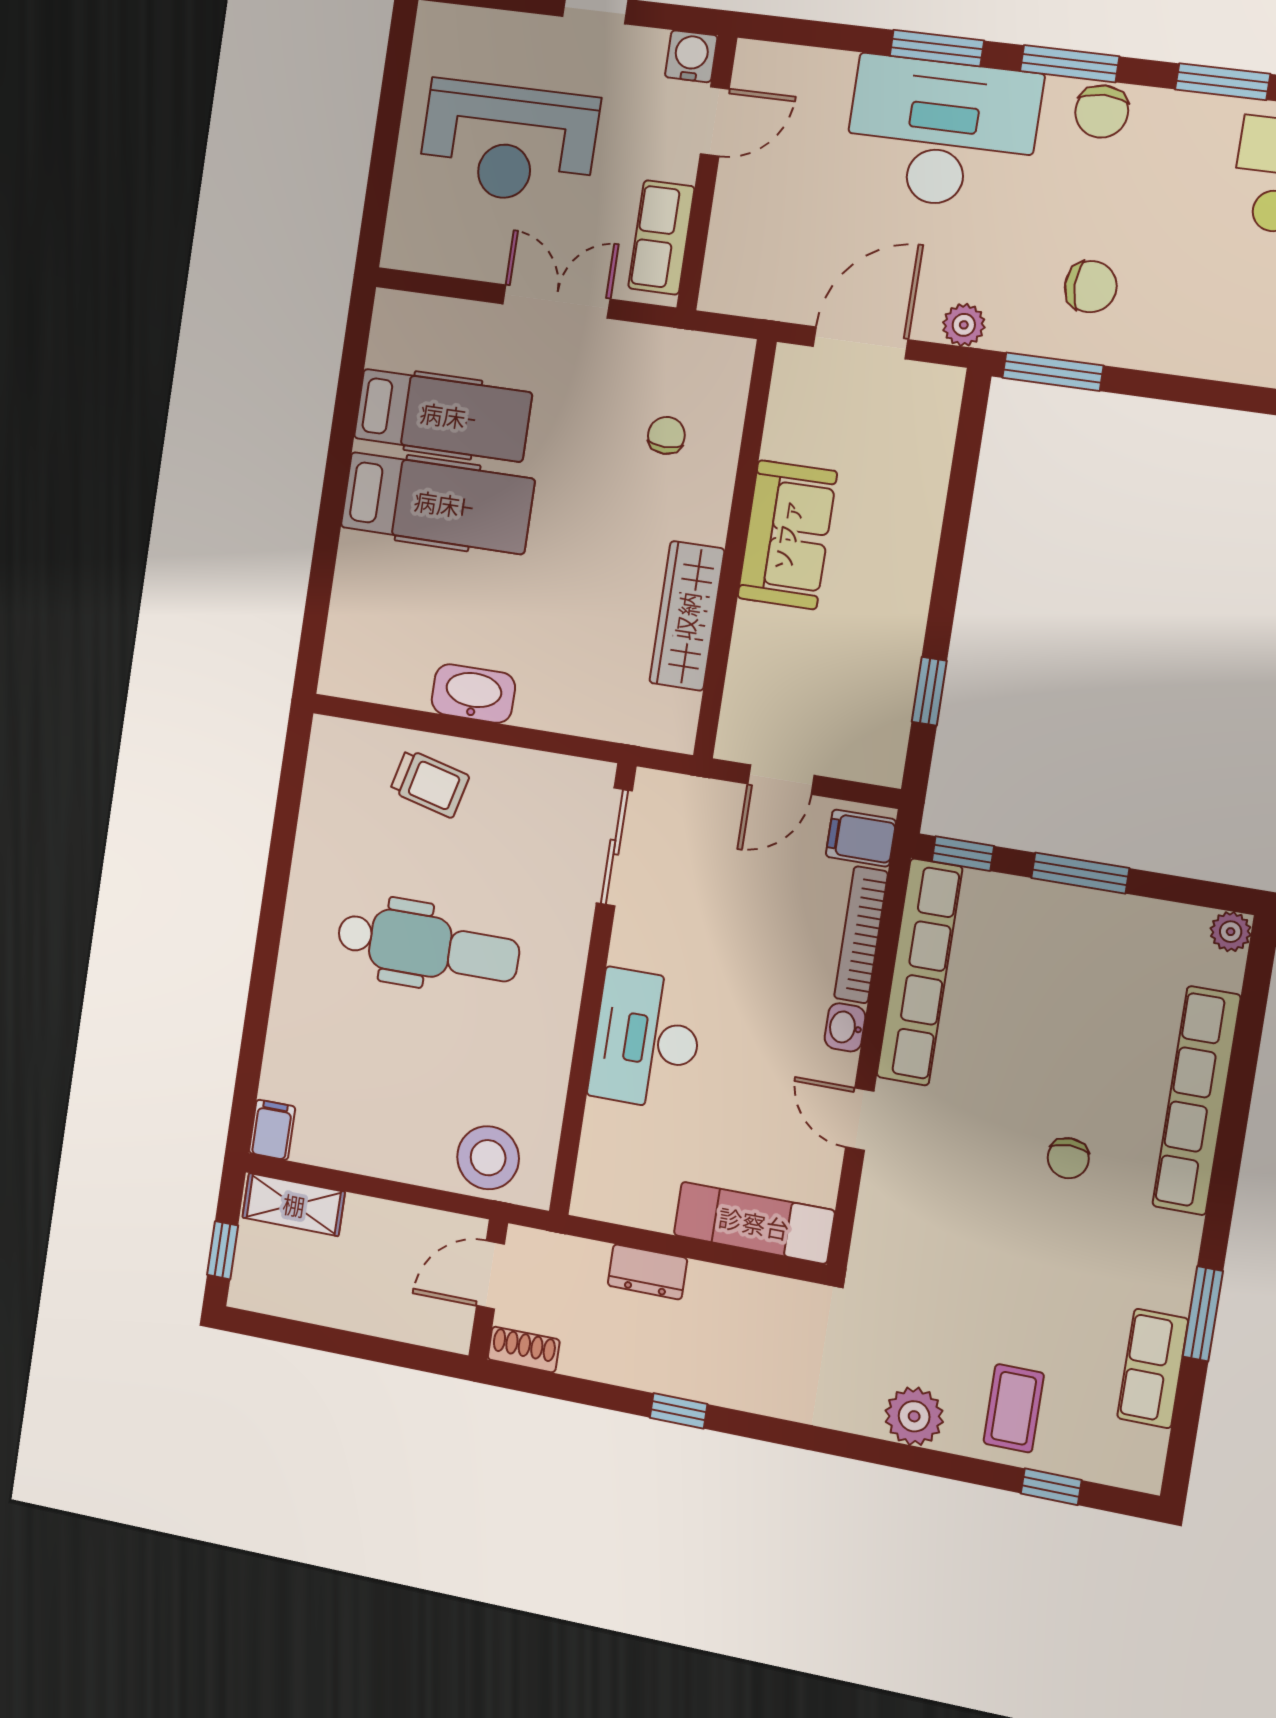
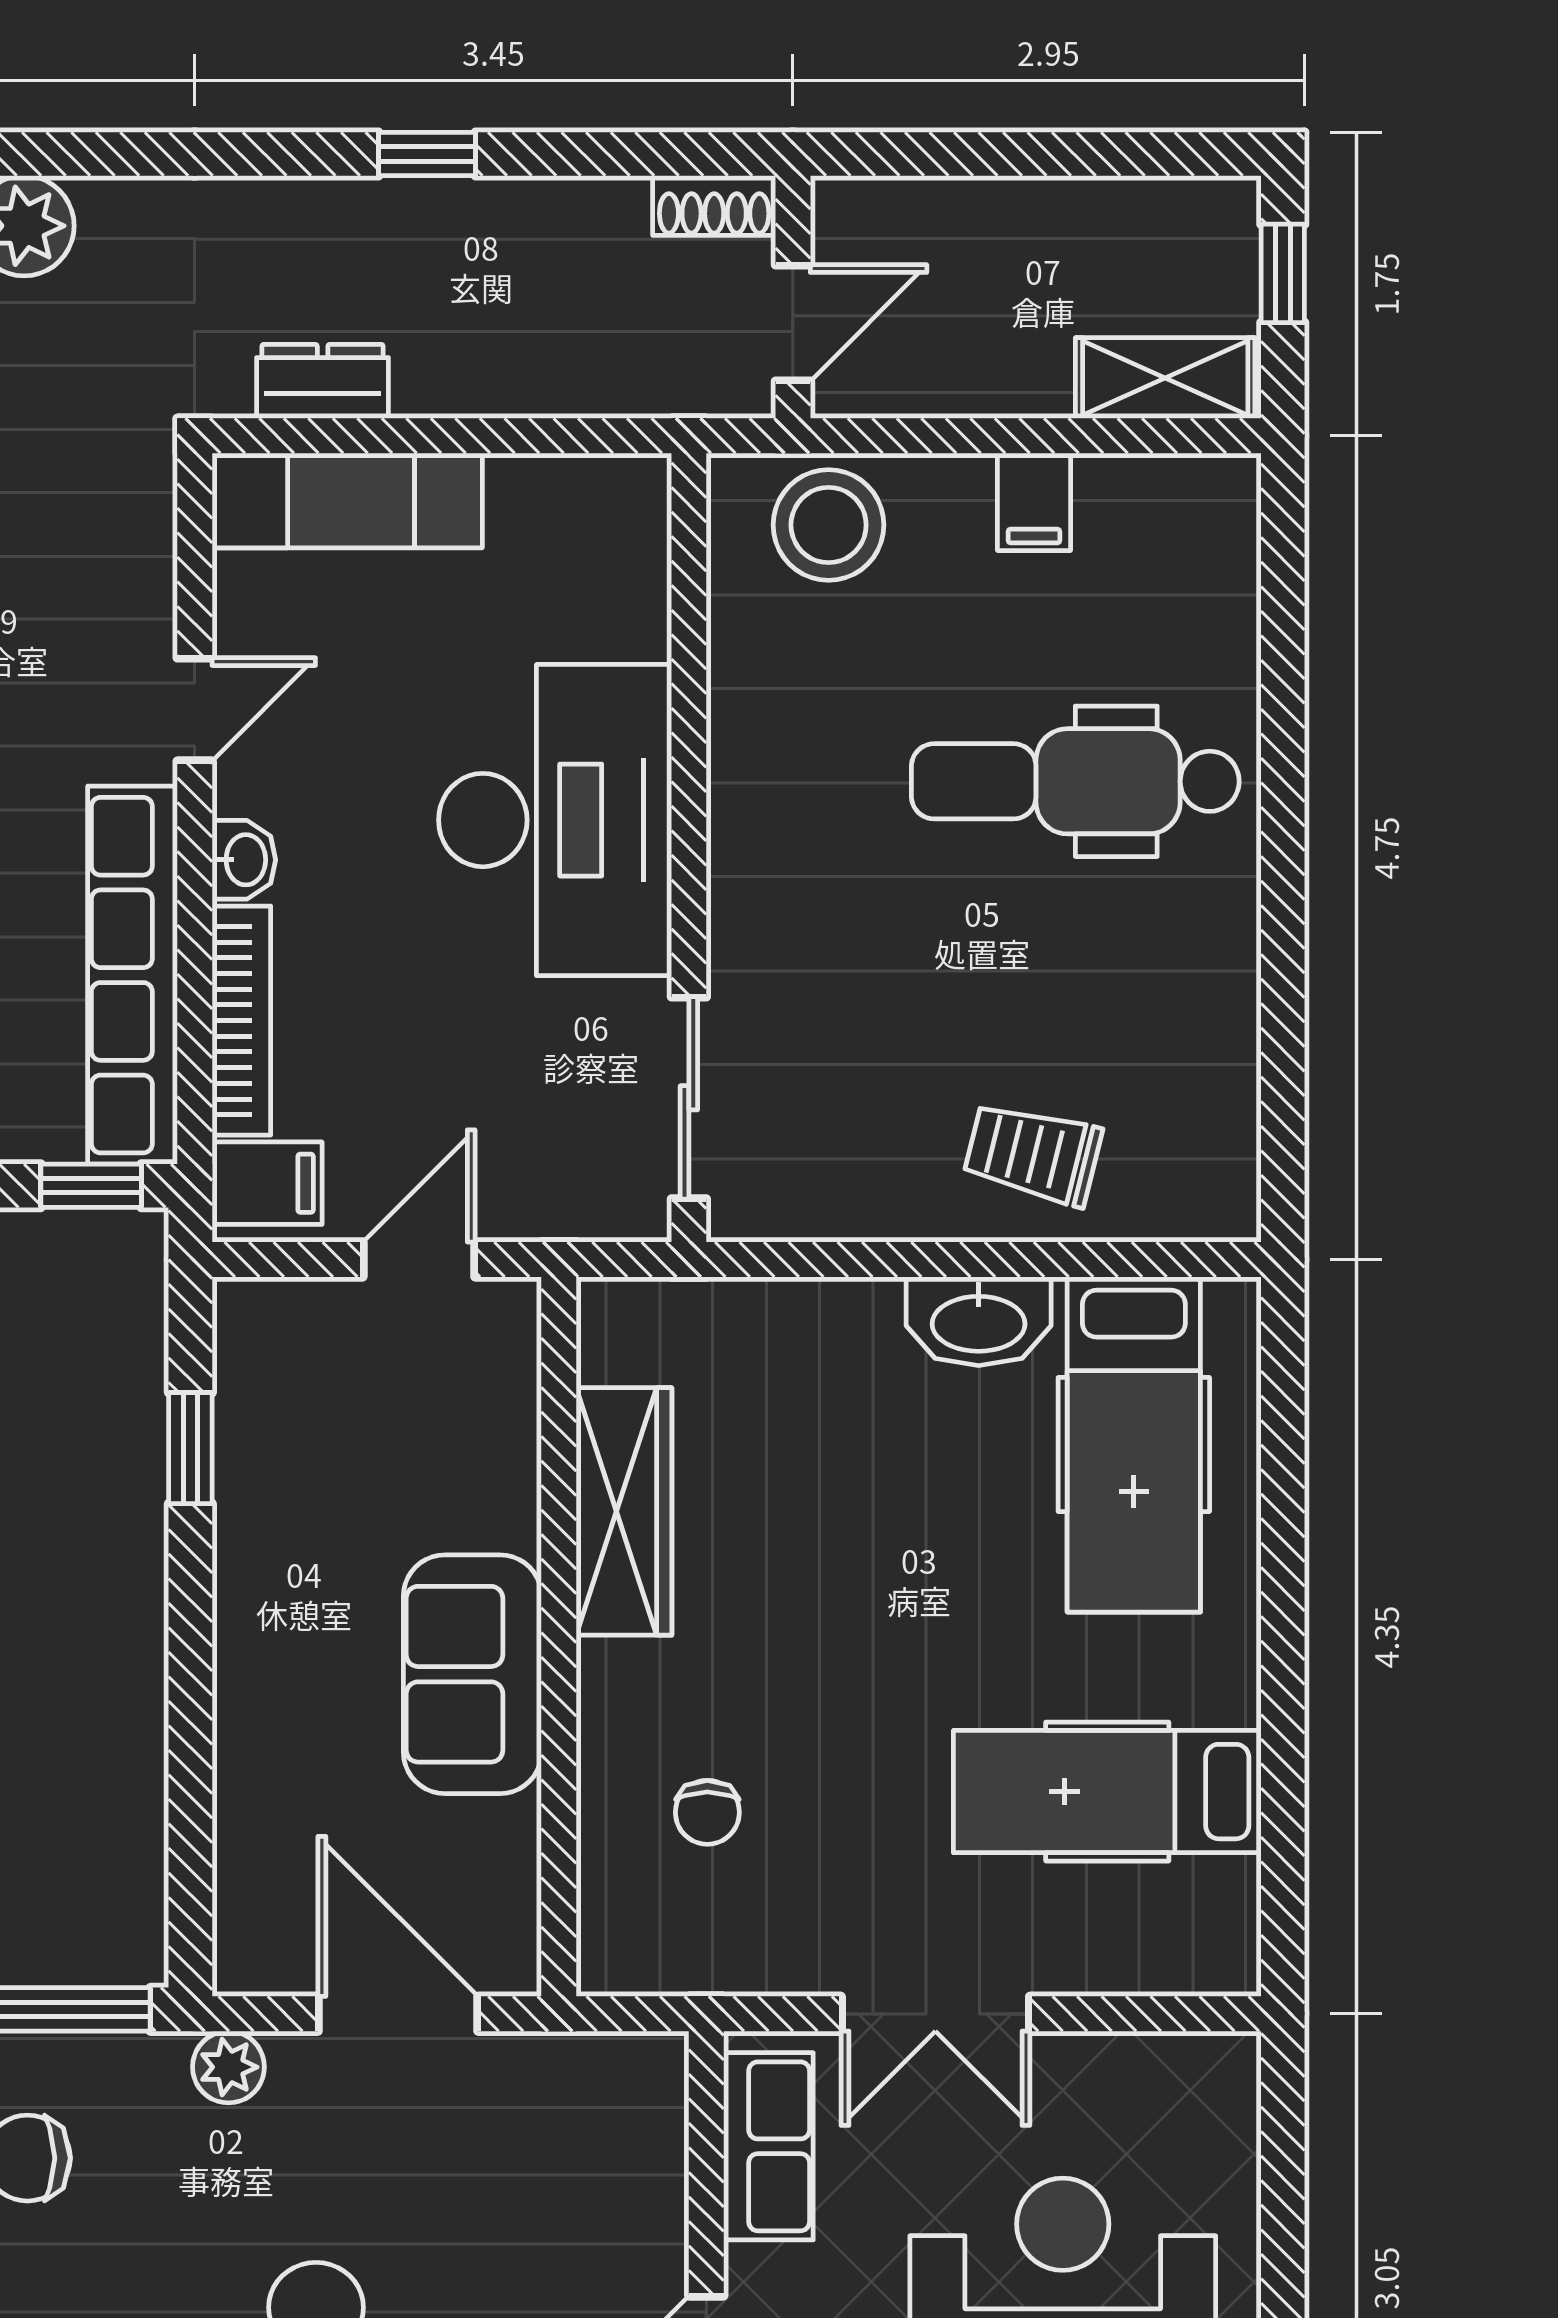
door: (861, 343) -> (398, 2014), swing flipped
hospital bed: (437, 503) -> (1134, 1444), moved, turned -90
dental chair: (428, 946) -> (1075, 781), moved
desk: (646, 1040) -> (555, 820), width x1.36, depth x1.30
door: (860, 1119) -> (195, 709), hinge flipped
filing cabinet: (272, 1130) -> (1034, 502), moved
dresser: (647, 1272) -> (323, 381), moved

